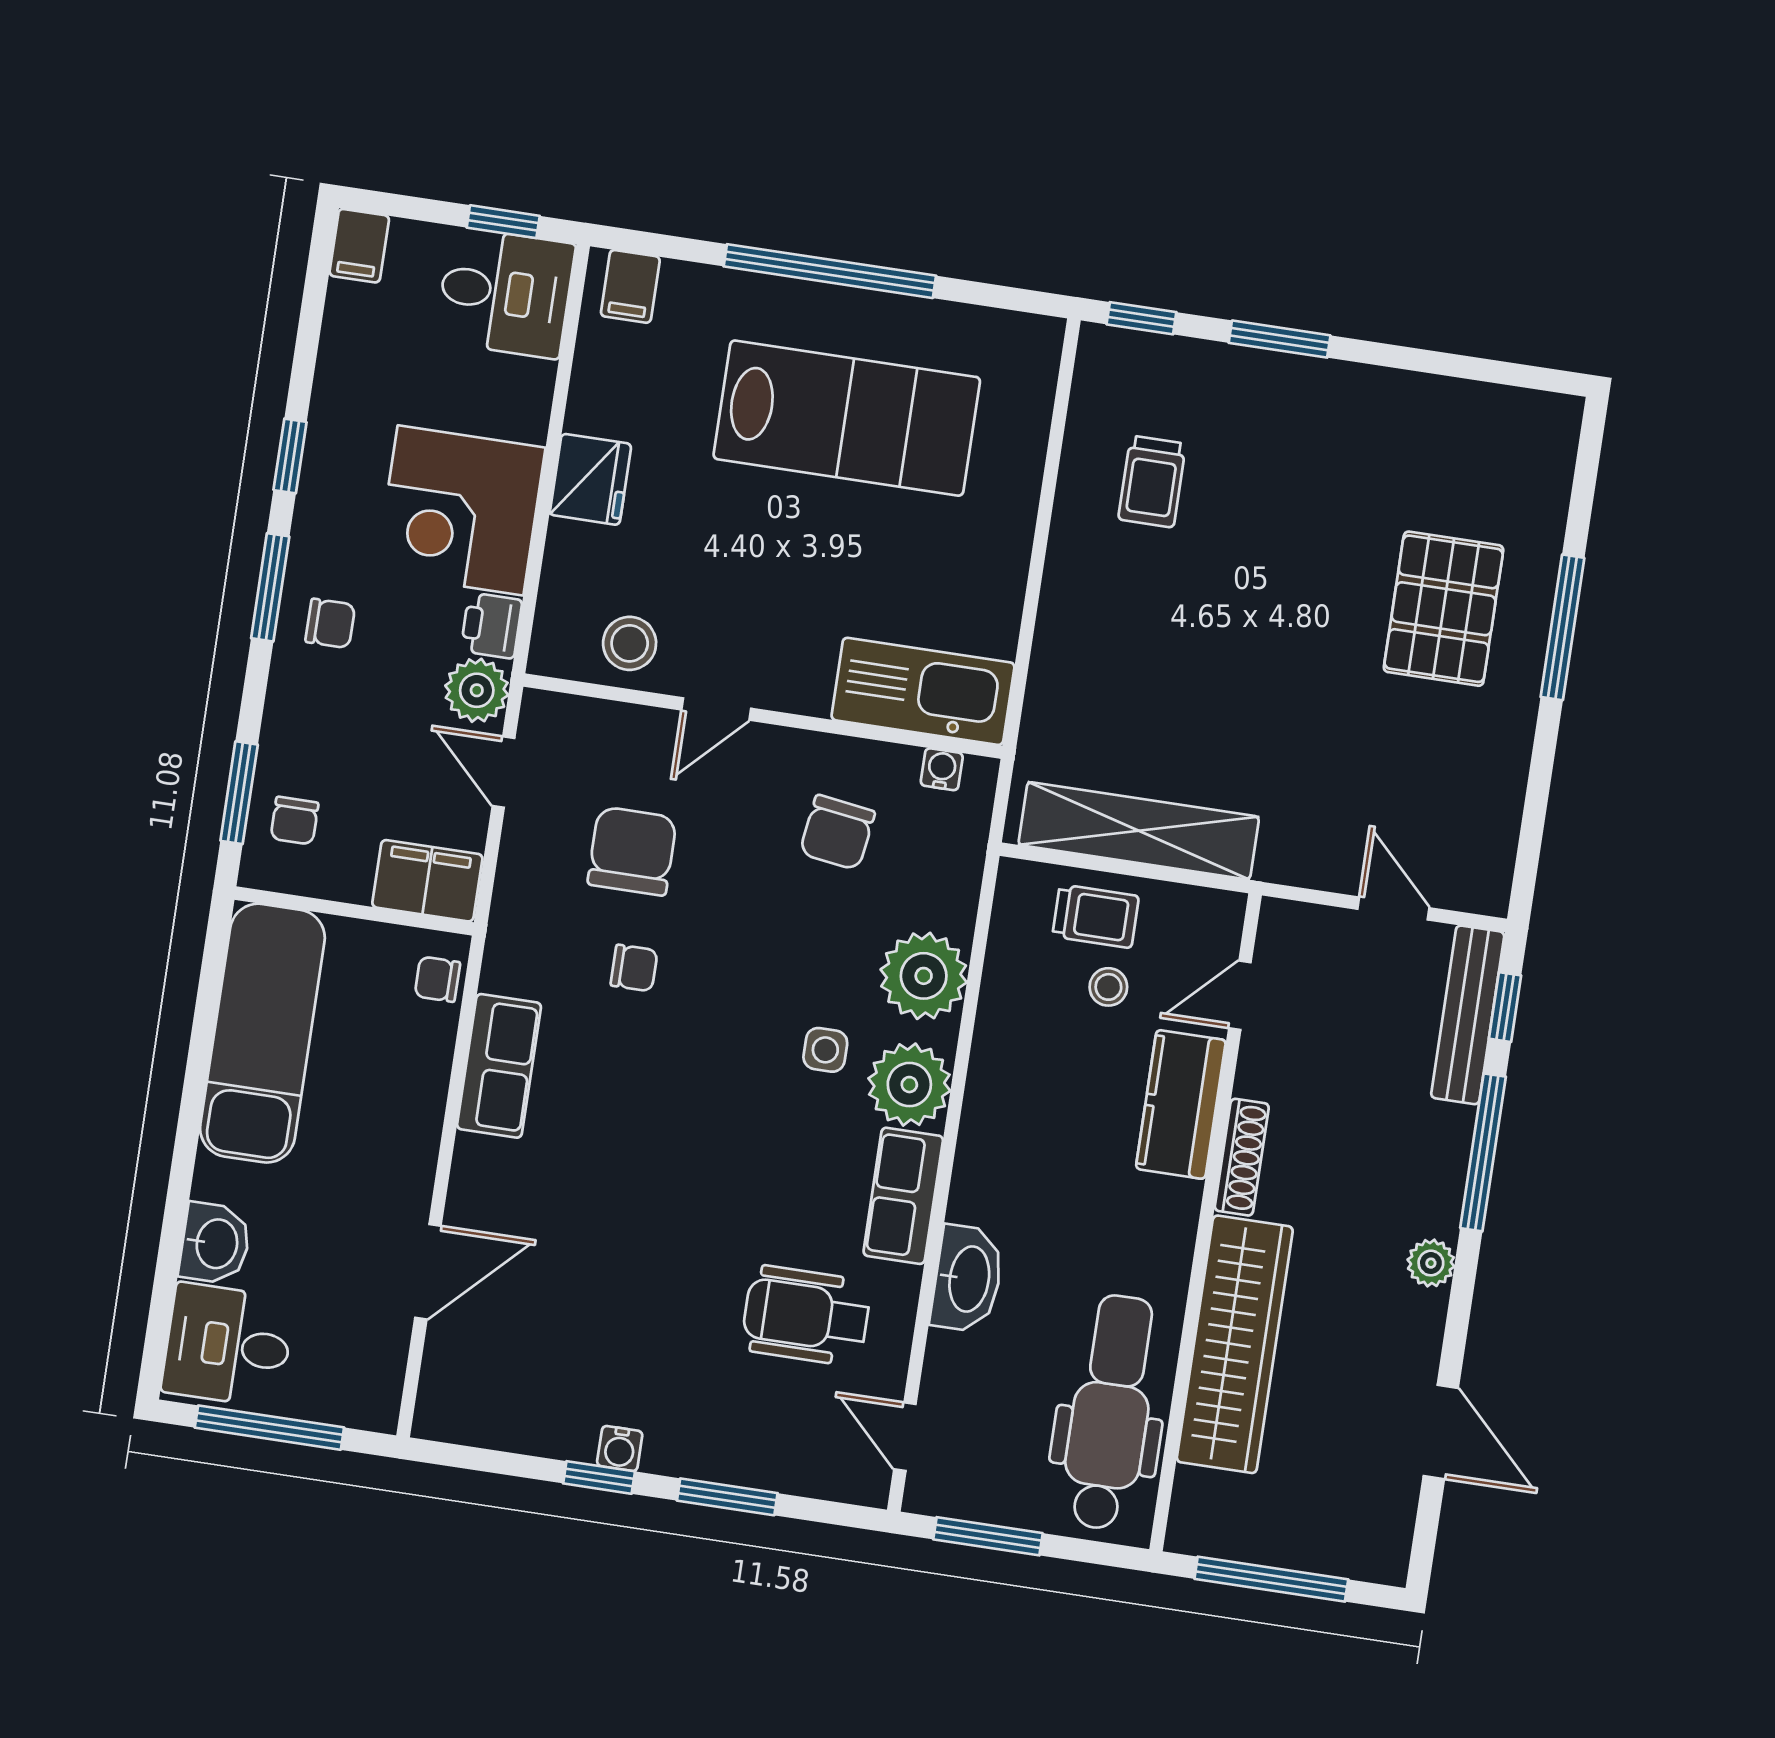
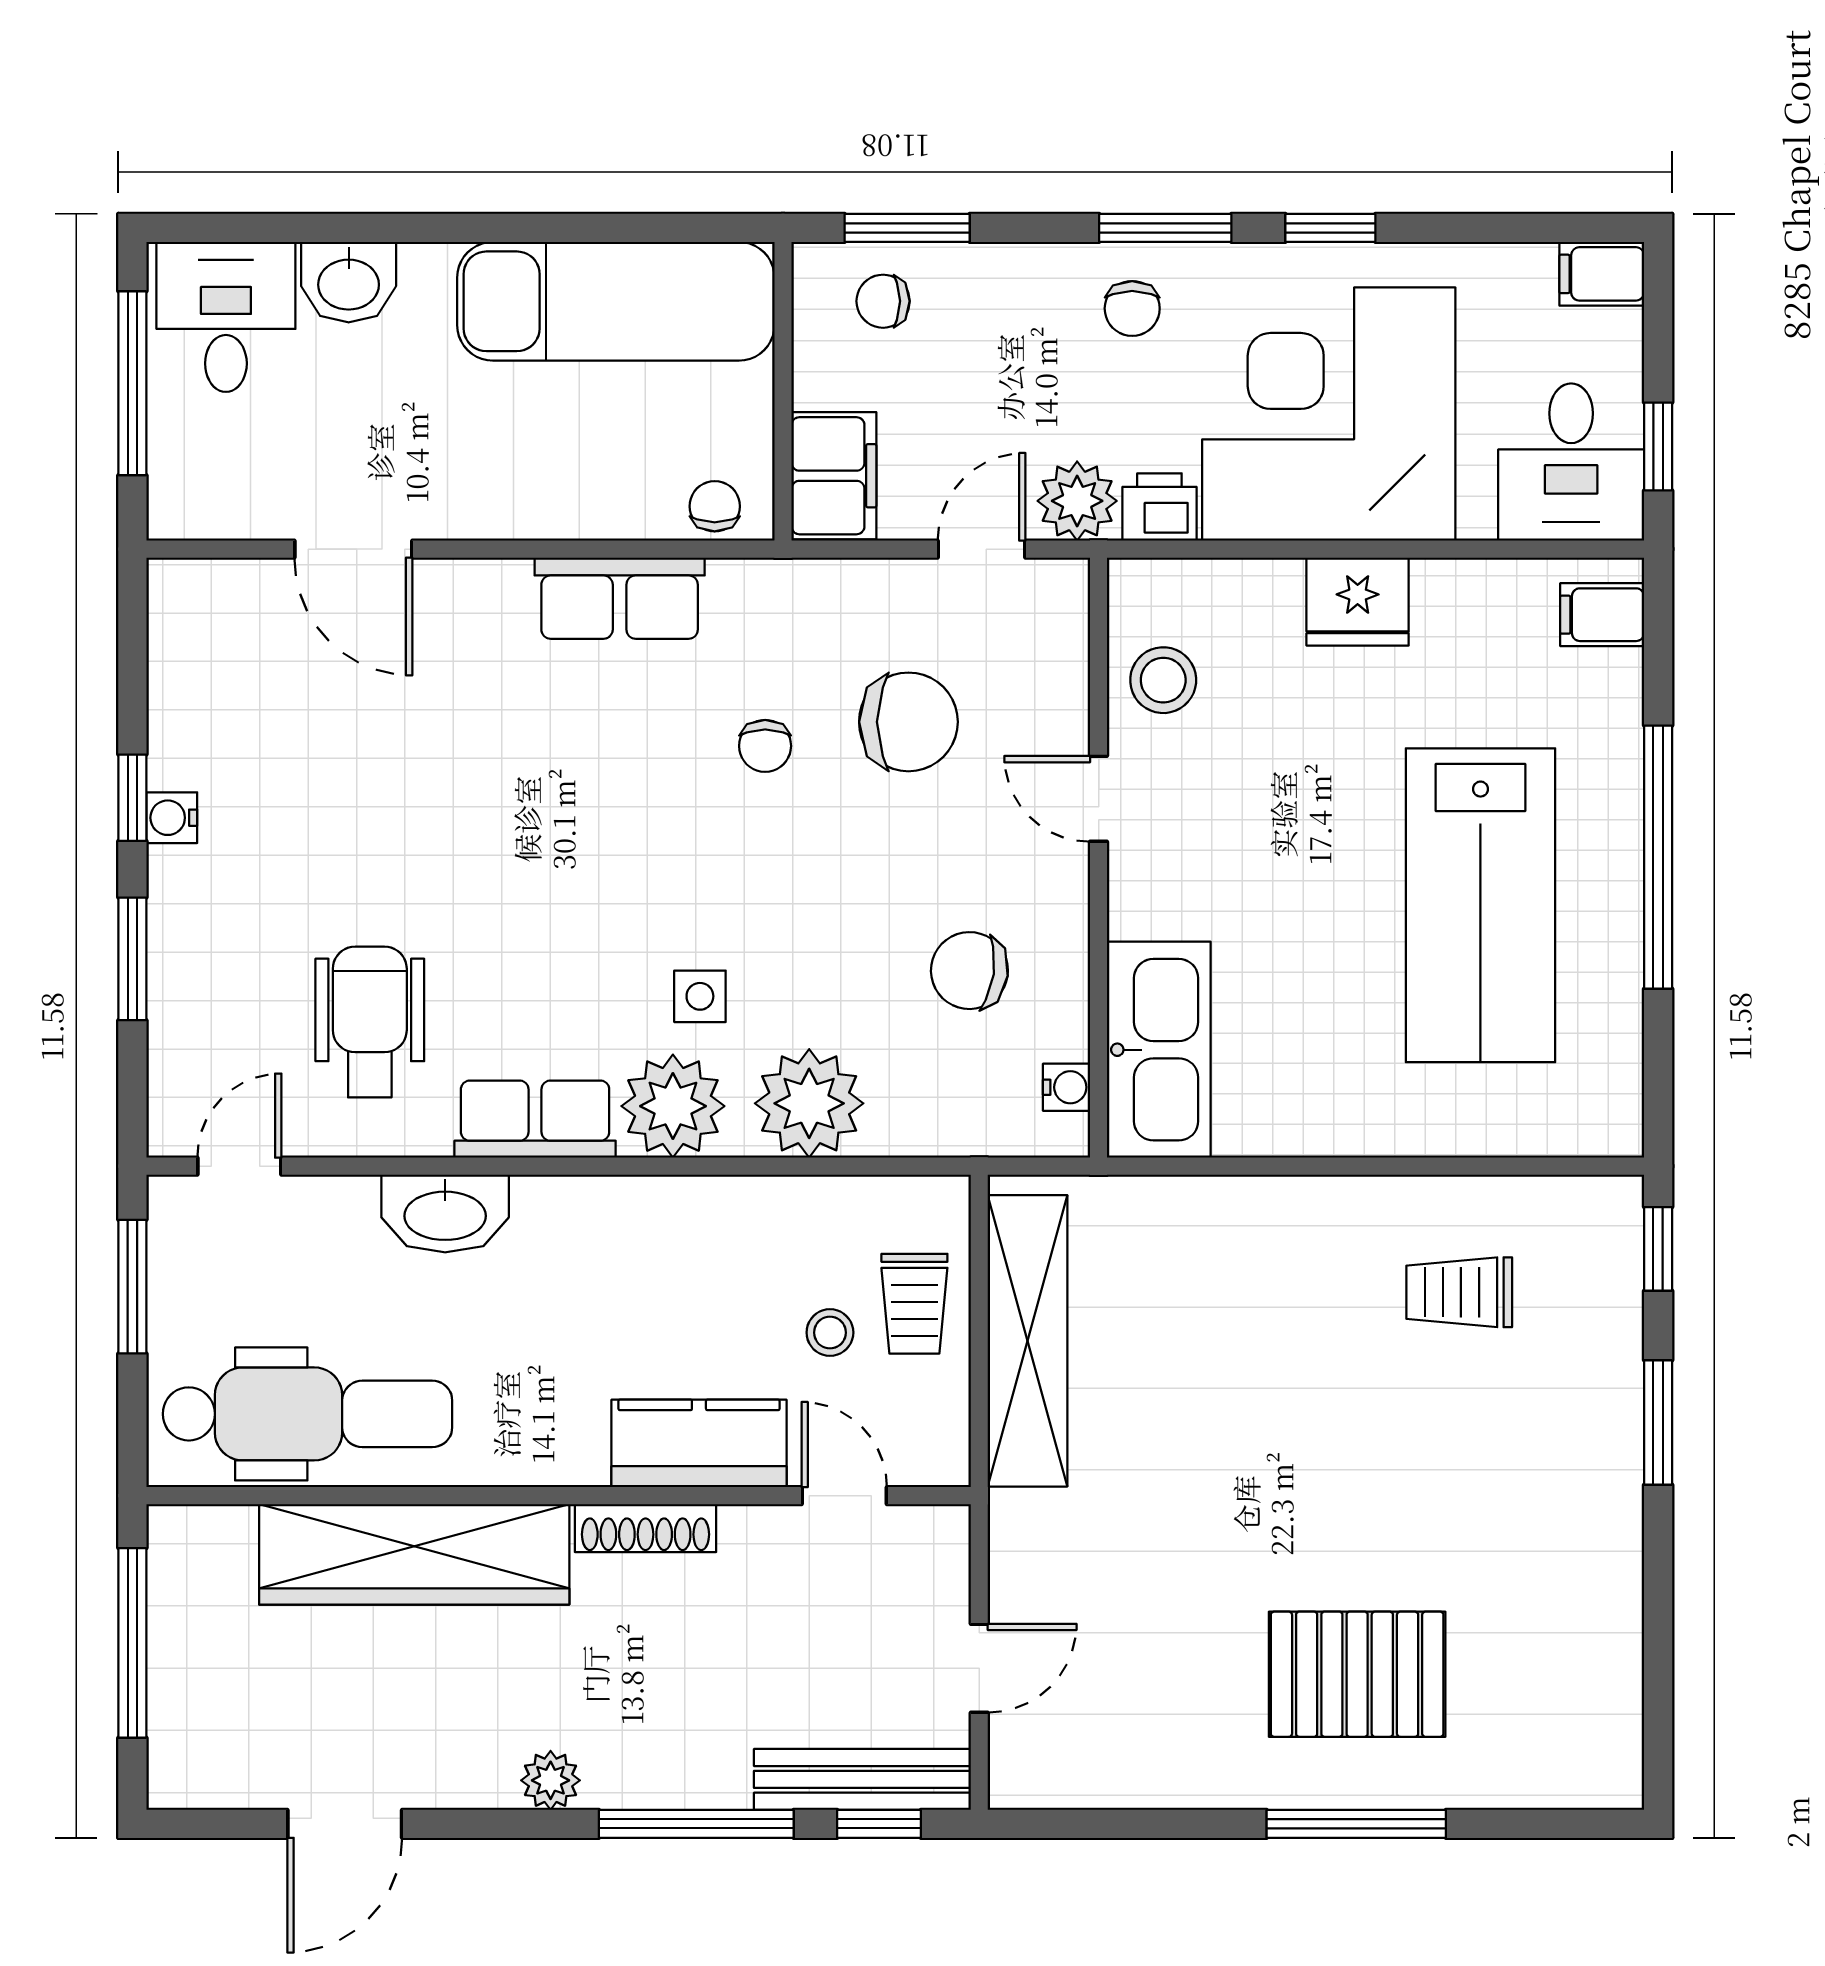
corner desk: (460, 510) -> (1329, 414), width x1.36, depth x1.36

